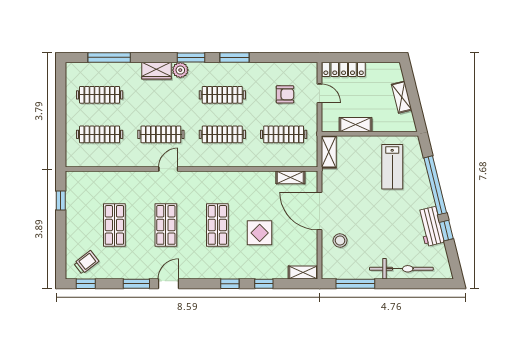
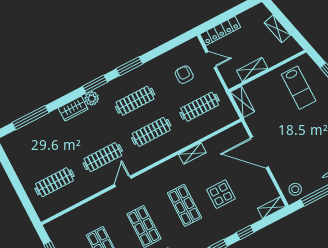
armchair: (285, 94) -> (184, 75), turned -90
clothes rail: (100, 95) -> (38, 151), removed
shelving: (290, 177) -> (192, 153), moved
stool: (340, 241) -> (295, 189), moved

